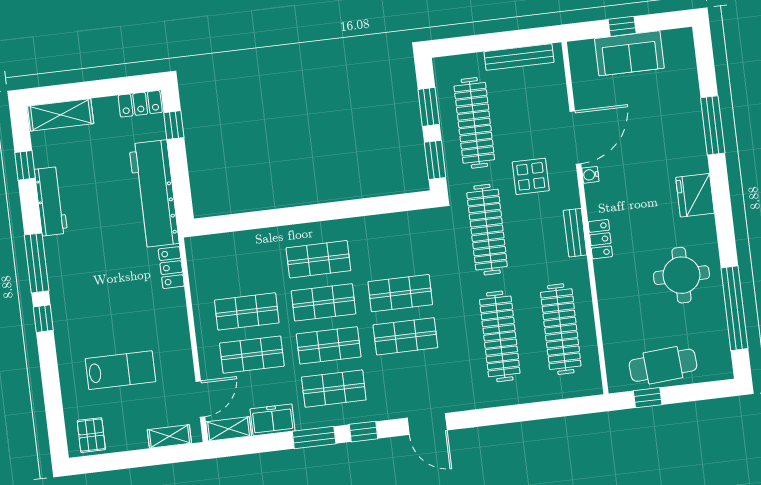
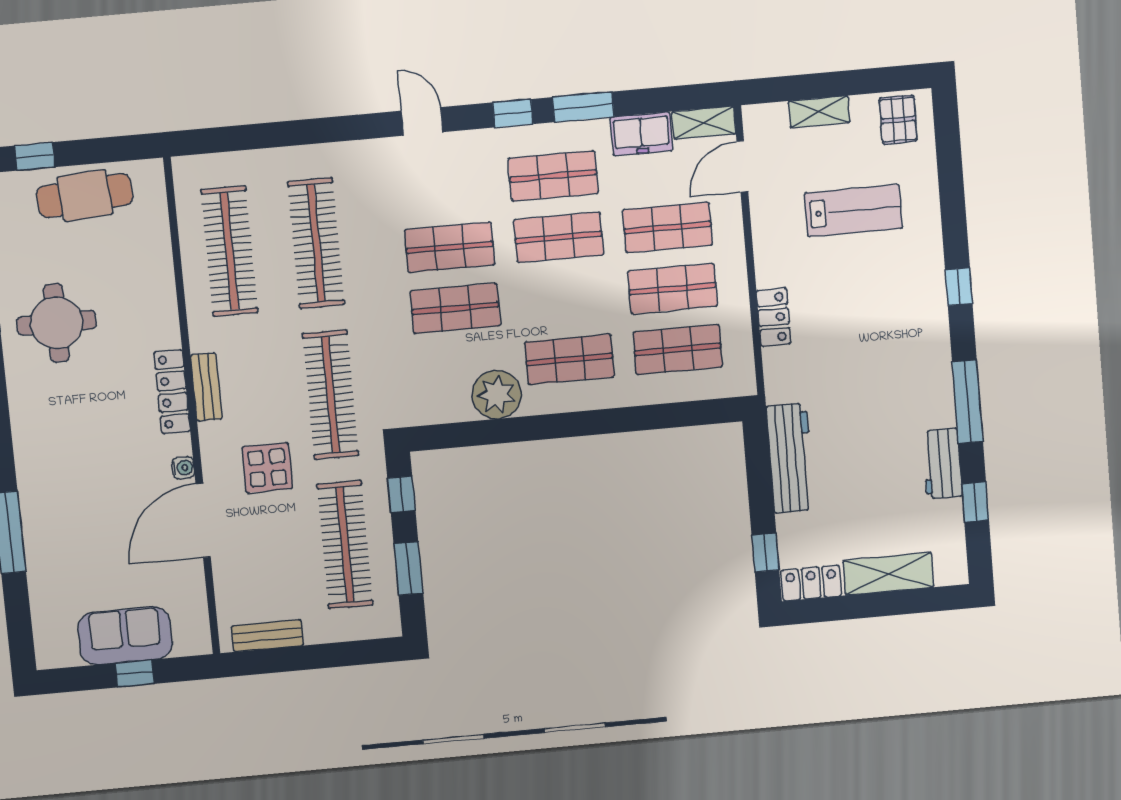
bench: (519, 57) -> (267, 636), width x0.73
shelving: (61, 115) -> (888, 574), moved
window: (435, 160) -> (401, 494), width x0.67
workbench: (154, 194) -> (790, 458), width x0.73, depth x0.76
fridge: (695, 195) -> (36, 435), removed
workbench: (51, 201) -> (942, 464), width x0.73
plant: (369, 233) -> (497, 395), added
locker: (600, 239) -> (172, 392), width x1.53
window: (37, 263) -> (968, 402), moved
locker: (171, 268) -> (774, 317), moved
shop shelf: (324, 302) -> (678, 350), moved
lab bench: (120, 370) -> (853, 211), turned 180
window: (648, 398) -> (35, 156), moved
door: (427, 424) -> (422, 121), width x0.73
shelving: (169, 436) -> (819, 112), moved

